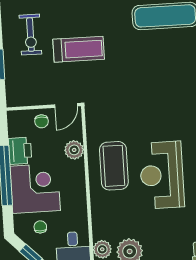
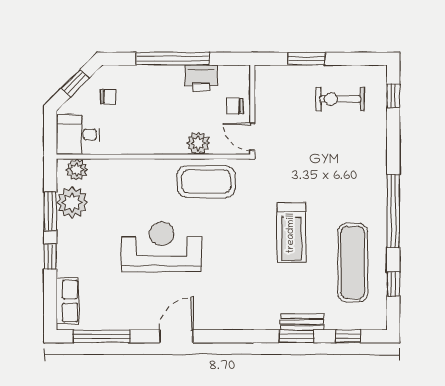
treadmill: (79, 49) -> (291, 233), moved
coffee table: (114, 166) -> (206, 182), moved
corner desk: (35, 188) -> (155, 93), removed

